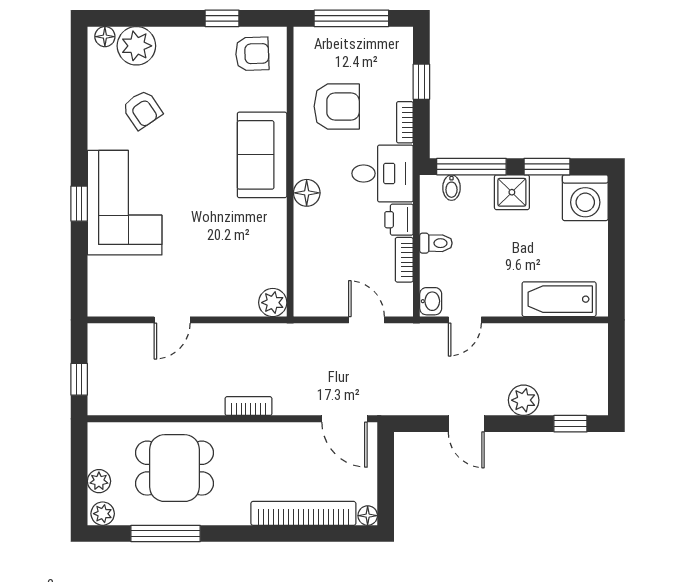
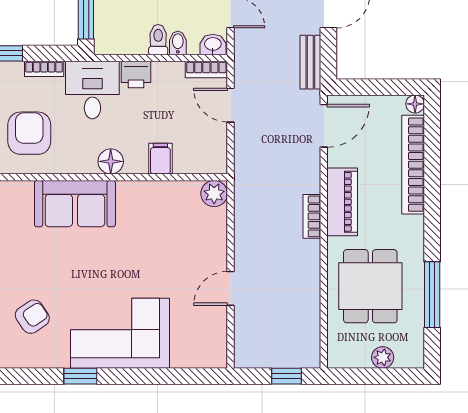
bidet: (451, 188) -> (178, 43), moved, turned -90
window: (79, 204) -> (80, 376), moved
filing cabinet: (310, 246) -> (160, 159), added
bookcase: (404, 260) -> (206, 70), moved
door: (172, 320) -> (231, 288), swing flipped
door: (366, 320) -> (231, 105), hinge flipped
bench: (412, 404) -> (310, 62), added
piano: (264, 438) -> (342, 202), added
plant: (103, 514) -> (413, 354), removed

